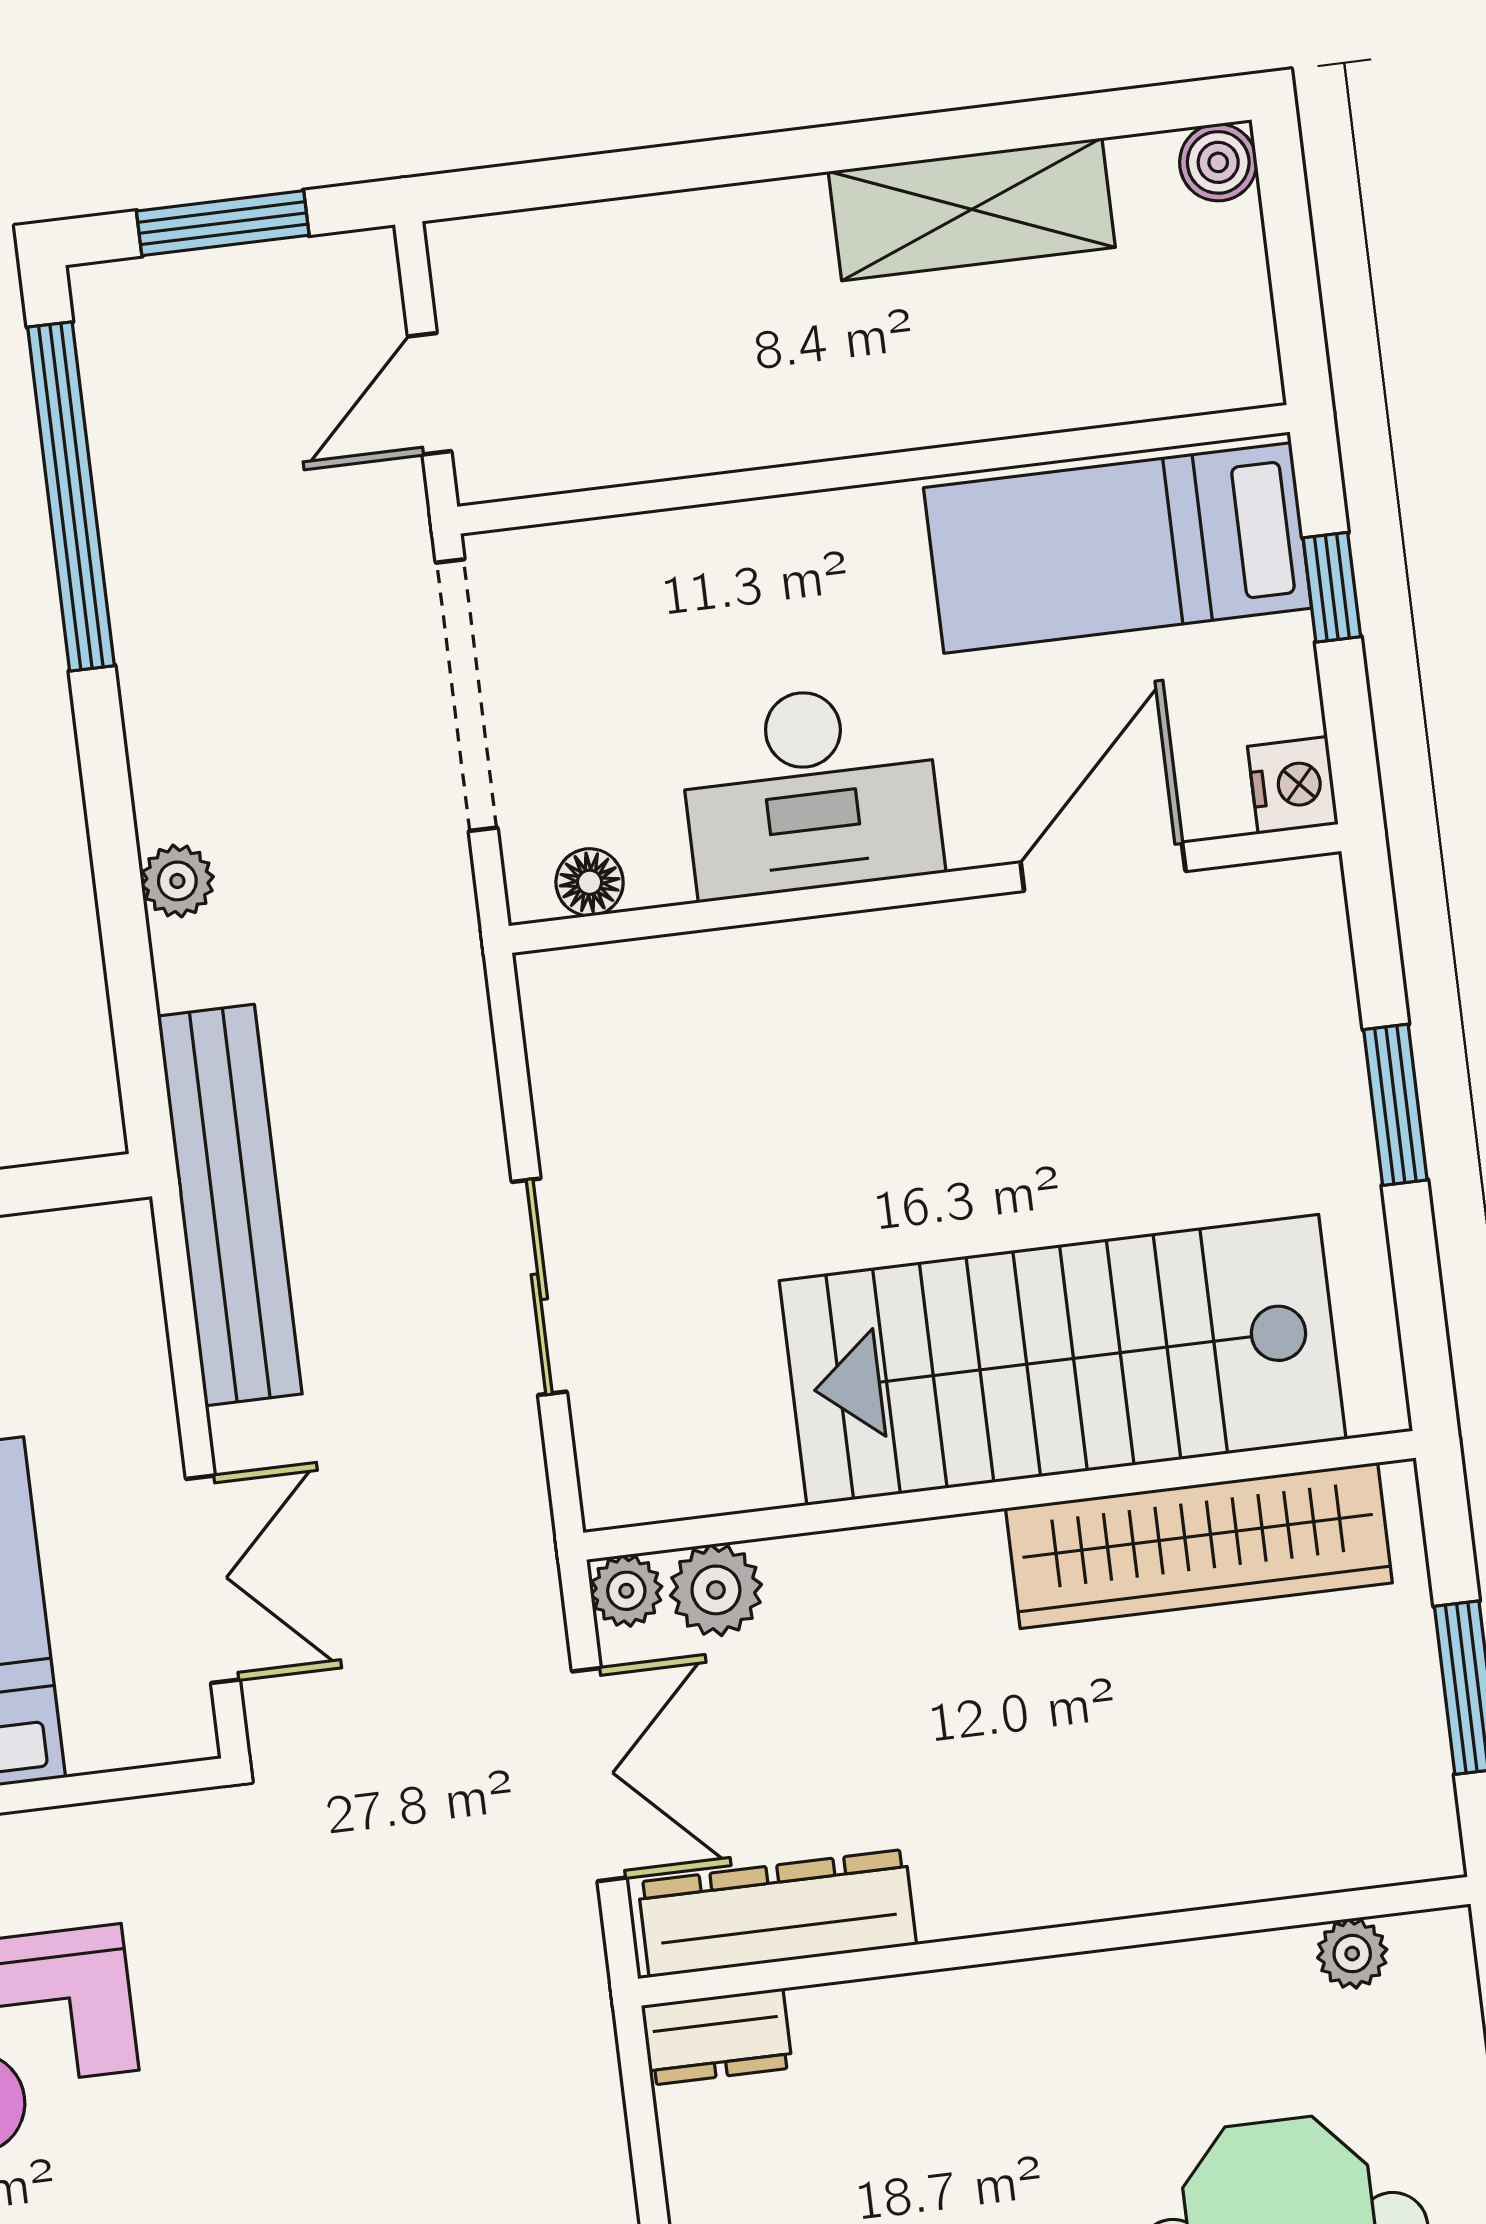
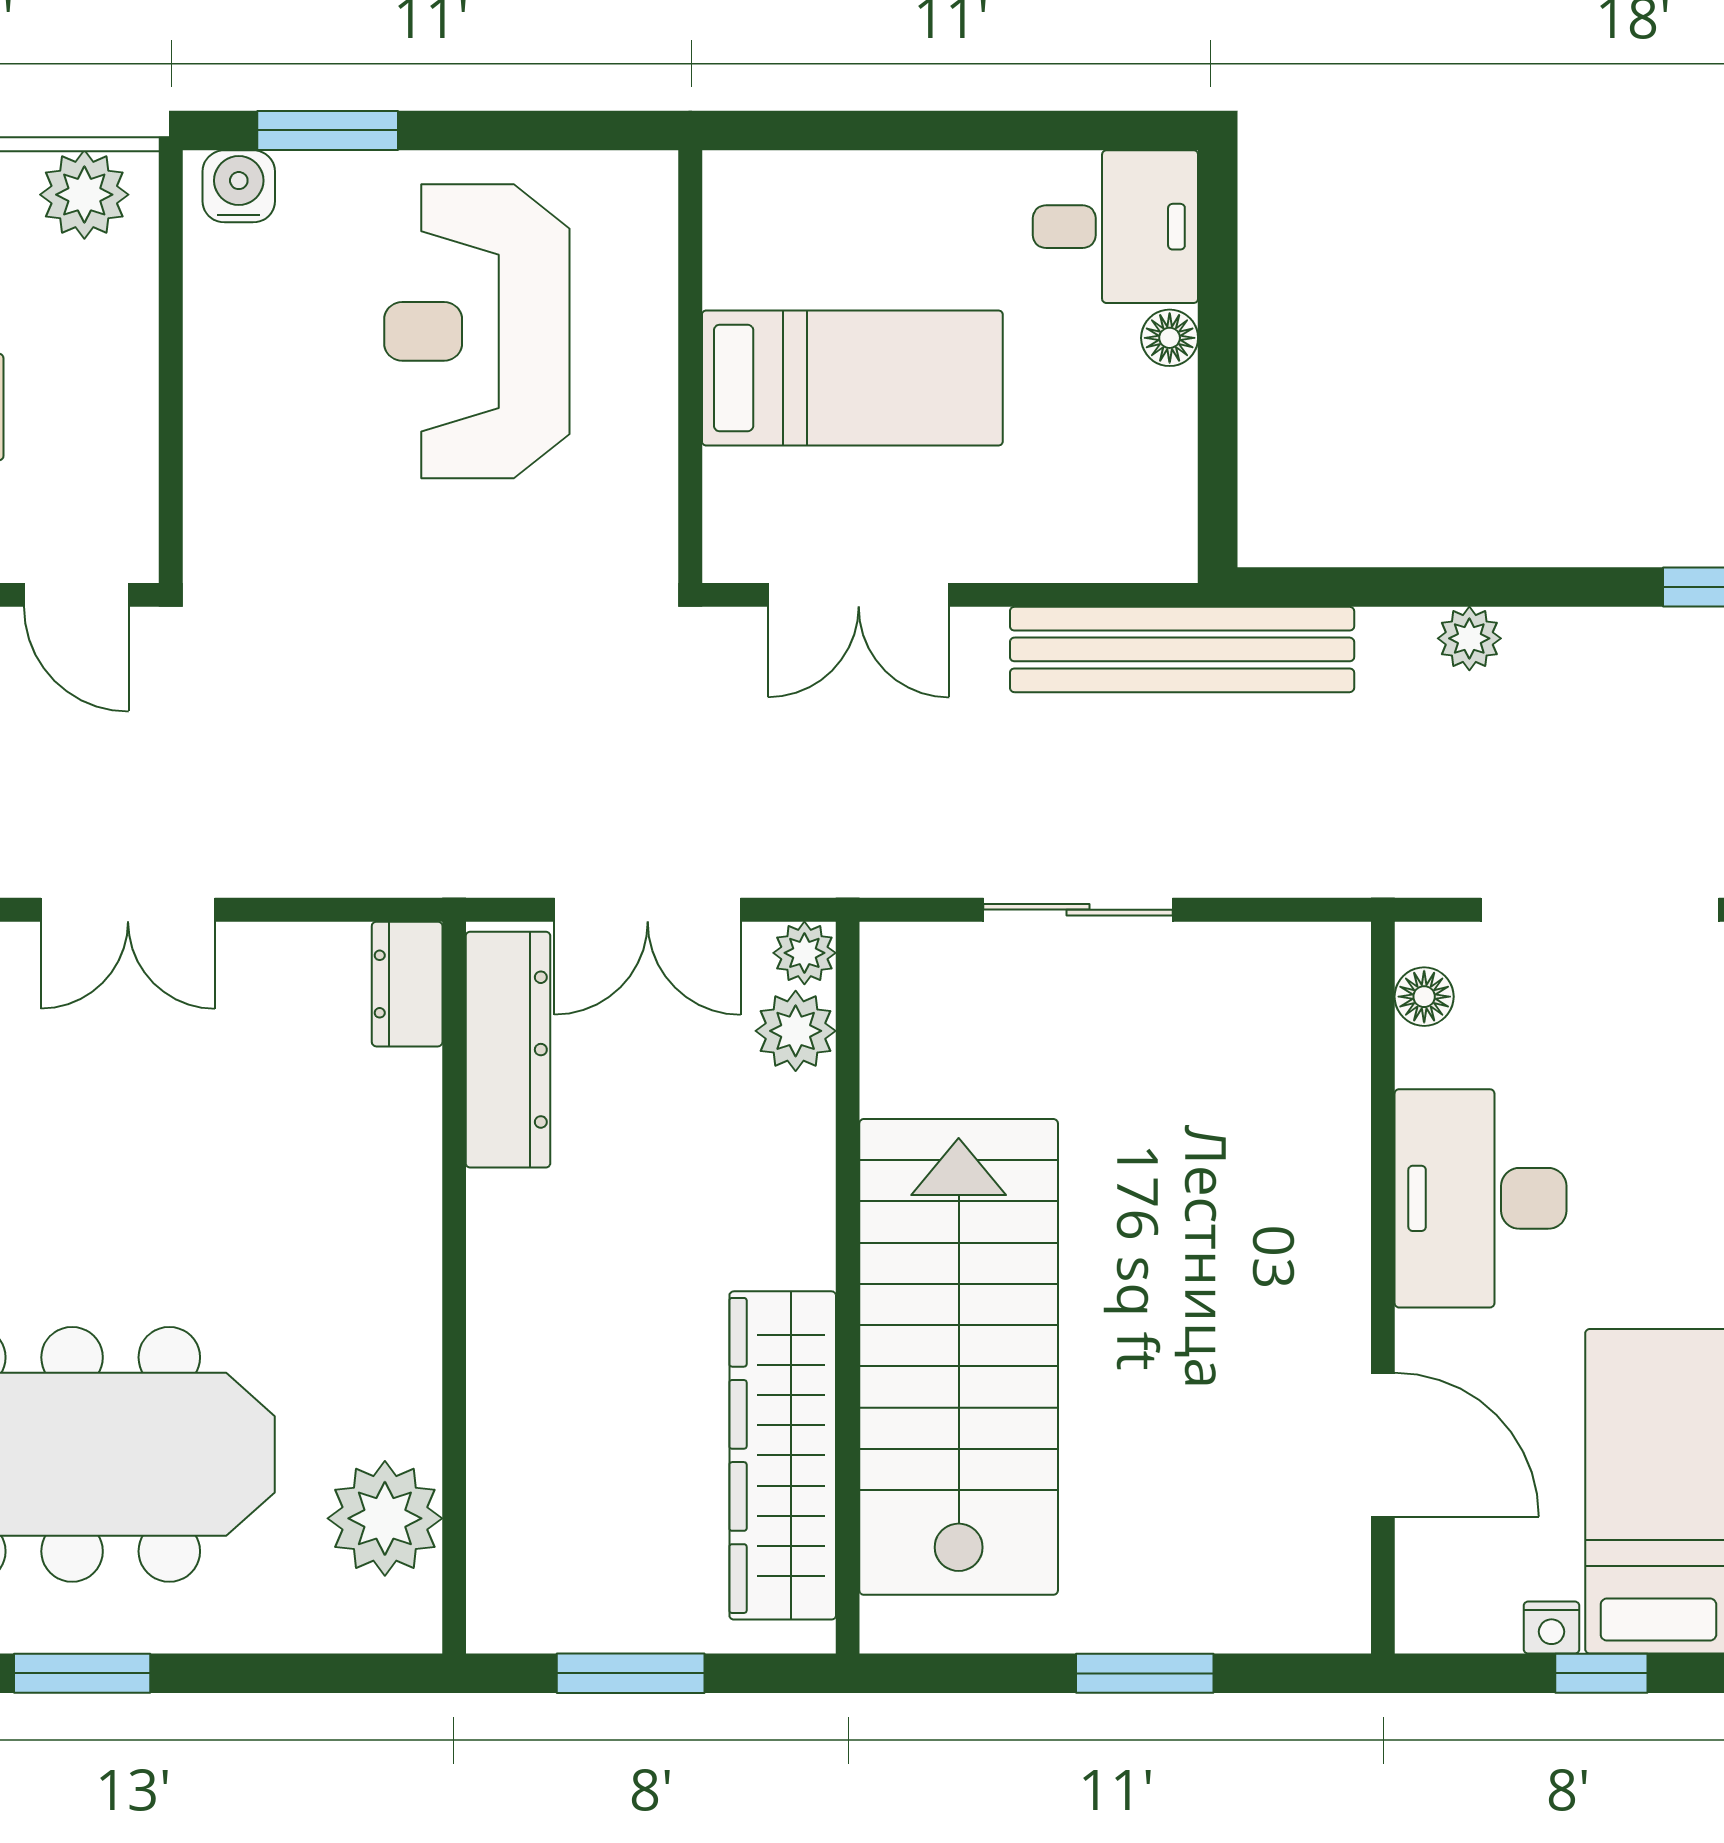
nightstand: (1293, 785) -> (1551, 1628), moved, width x0.72, depth x0.74
plant: (1352, 1954) -> (385, 1518), width x1.88, depth x1.88

